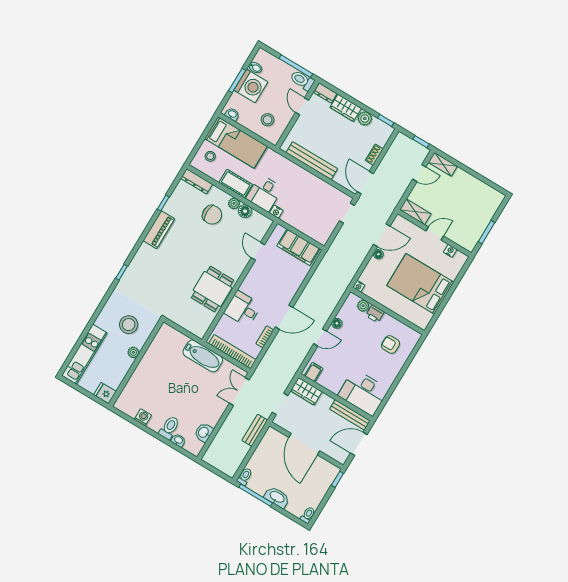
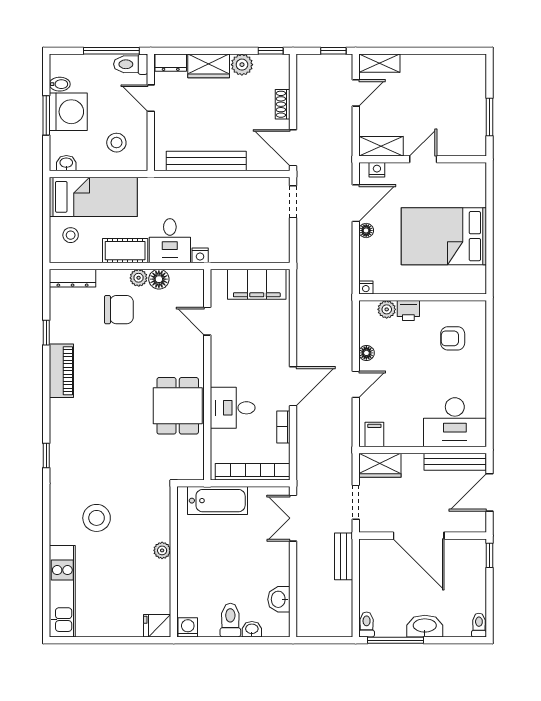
nightstand: (450, 251) -> (377, 170), moved
plant: (133, 352) -> (162, 550), moved
wall: (136, 363) -> (174, 562), moved
fridge: (105, 393) -> (157, 626), moved

